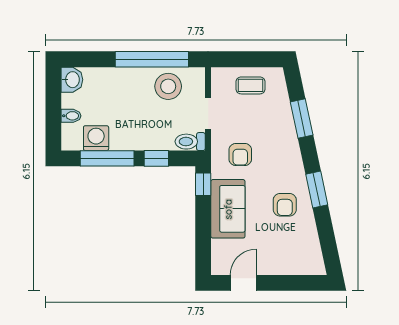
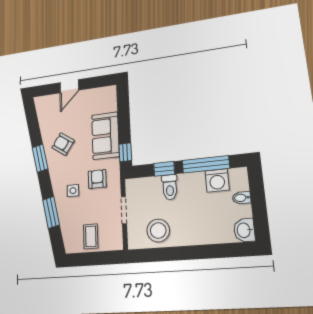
window: (152, 59) -> (174, 254), removed
coffee table: (251, 85) -> (91, 236), turned 90
toilet: (190, 142) -> (170, 187), moved, turned 90
side table: (272, 143) -> (73, 191), added
armchair: (285, 205) -> (63, 144), turned -56
door: (243, 283) -> (69, 86), moved

